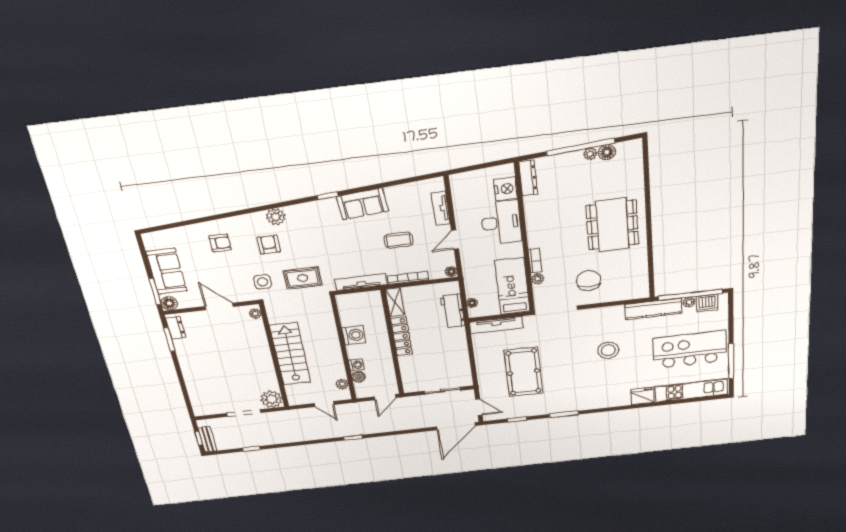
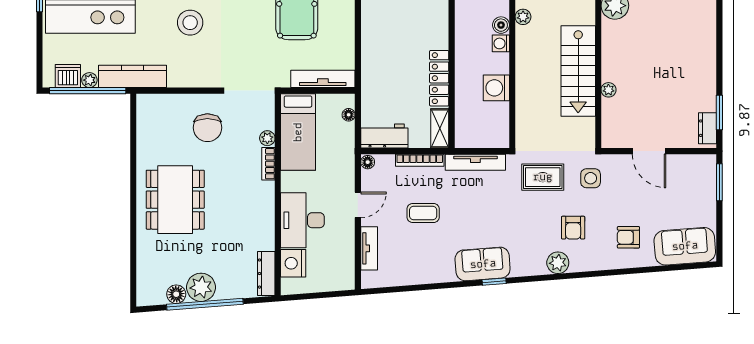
plant: (590, 154) -> (201, 287), width x1.88, depth x1.88
sofa: (362, 204) -> (483, 264), moved
sofa: (167, 271) -> (685, 246), moved, turned 86
floor lamp: (169, 303) -> (707, 164), removed
workbench: (453, 311) -> (384, 136), moved, turned -90
plant: (255, 314) -> (608, 90), moved

